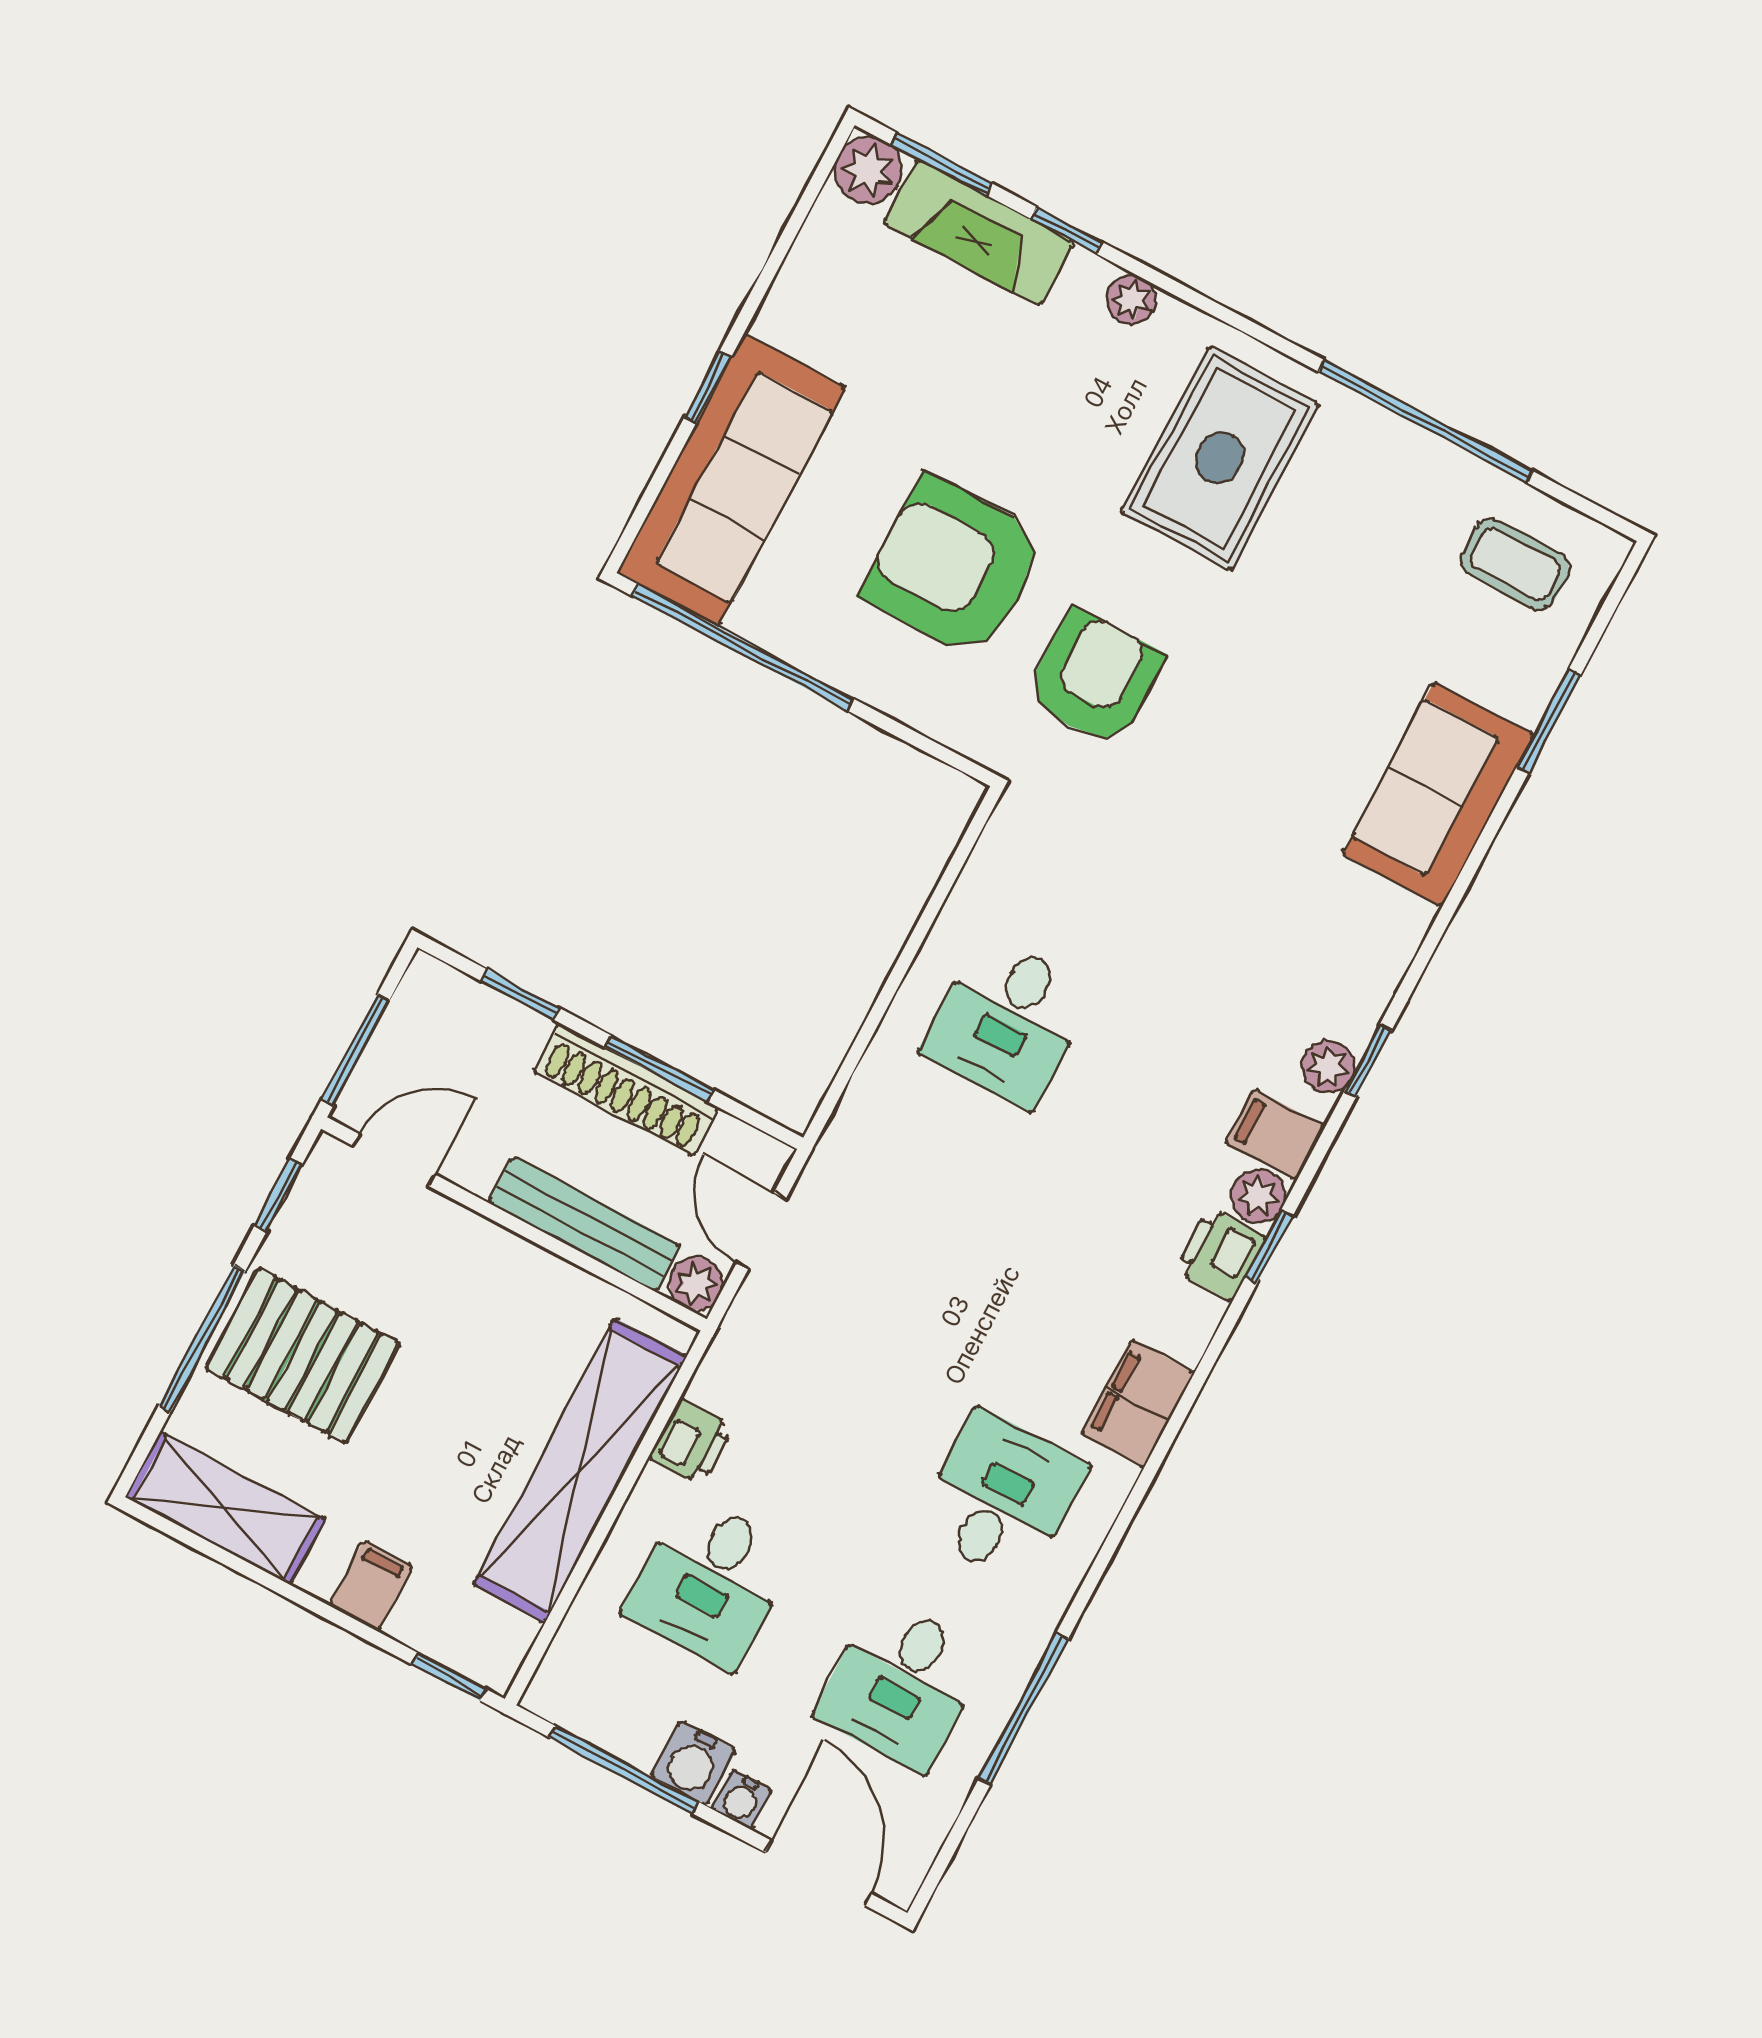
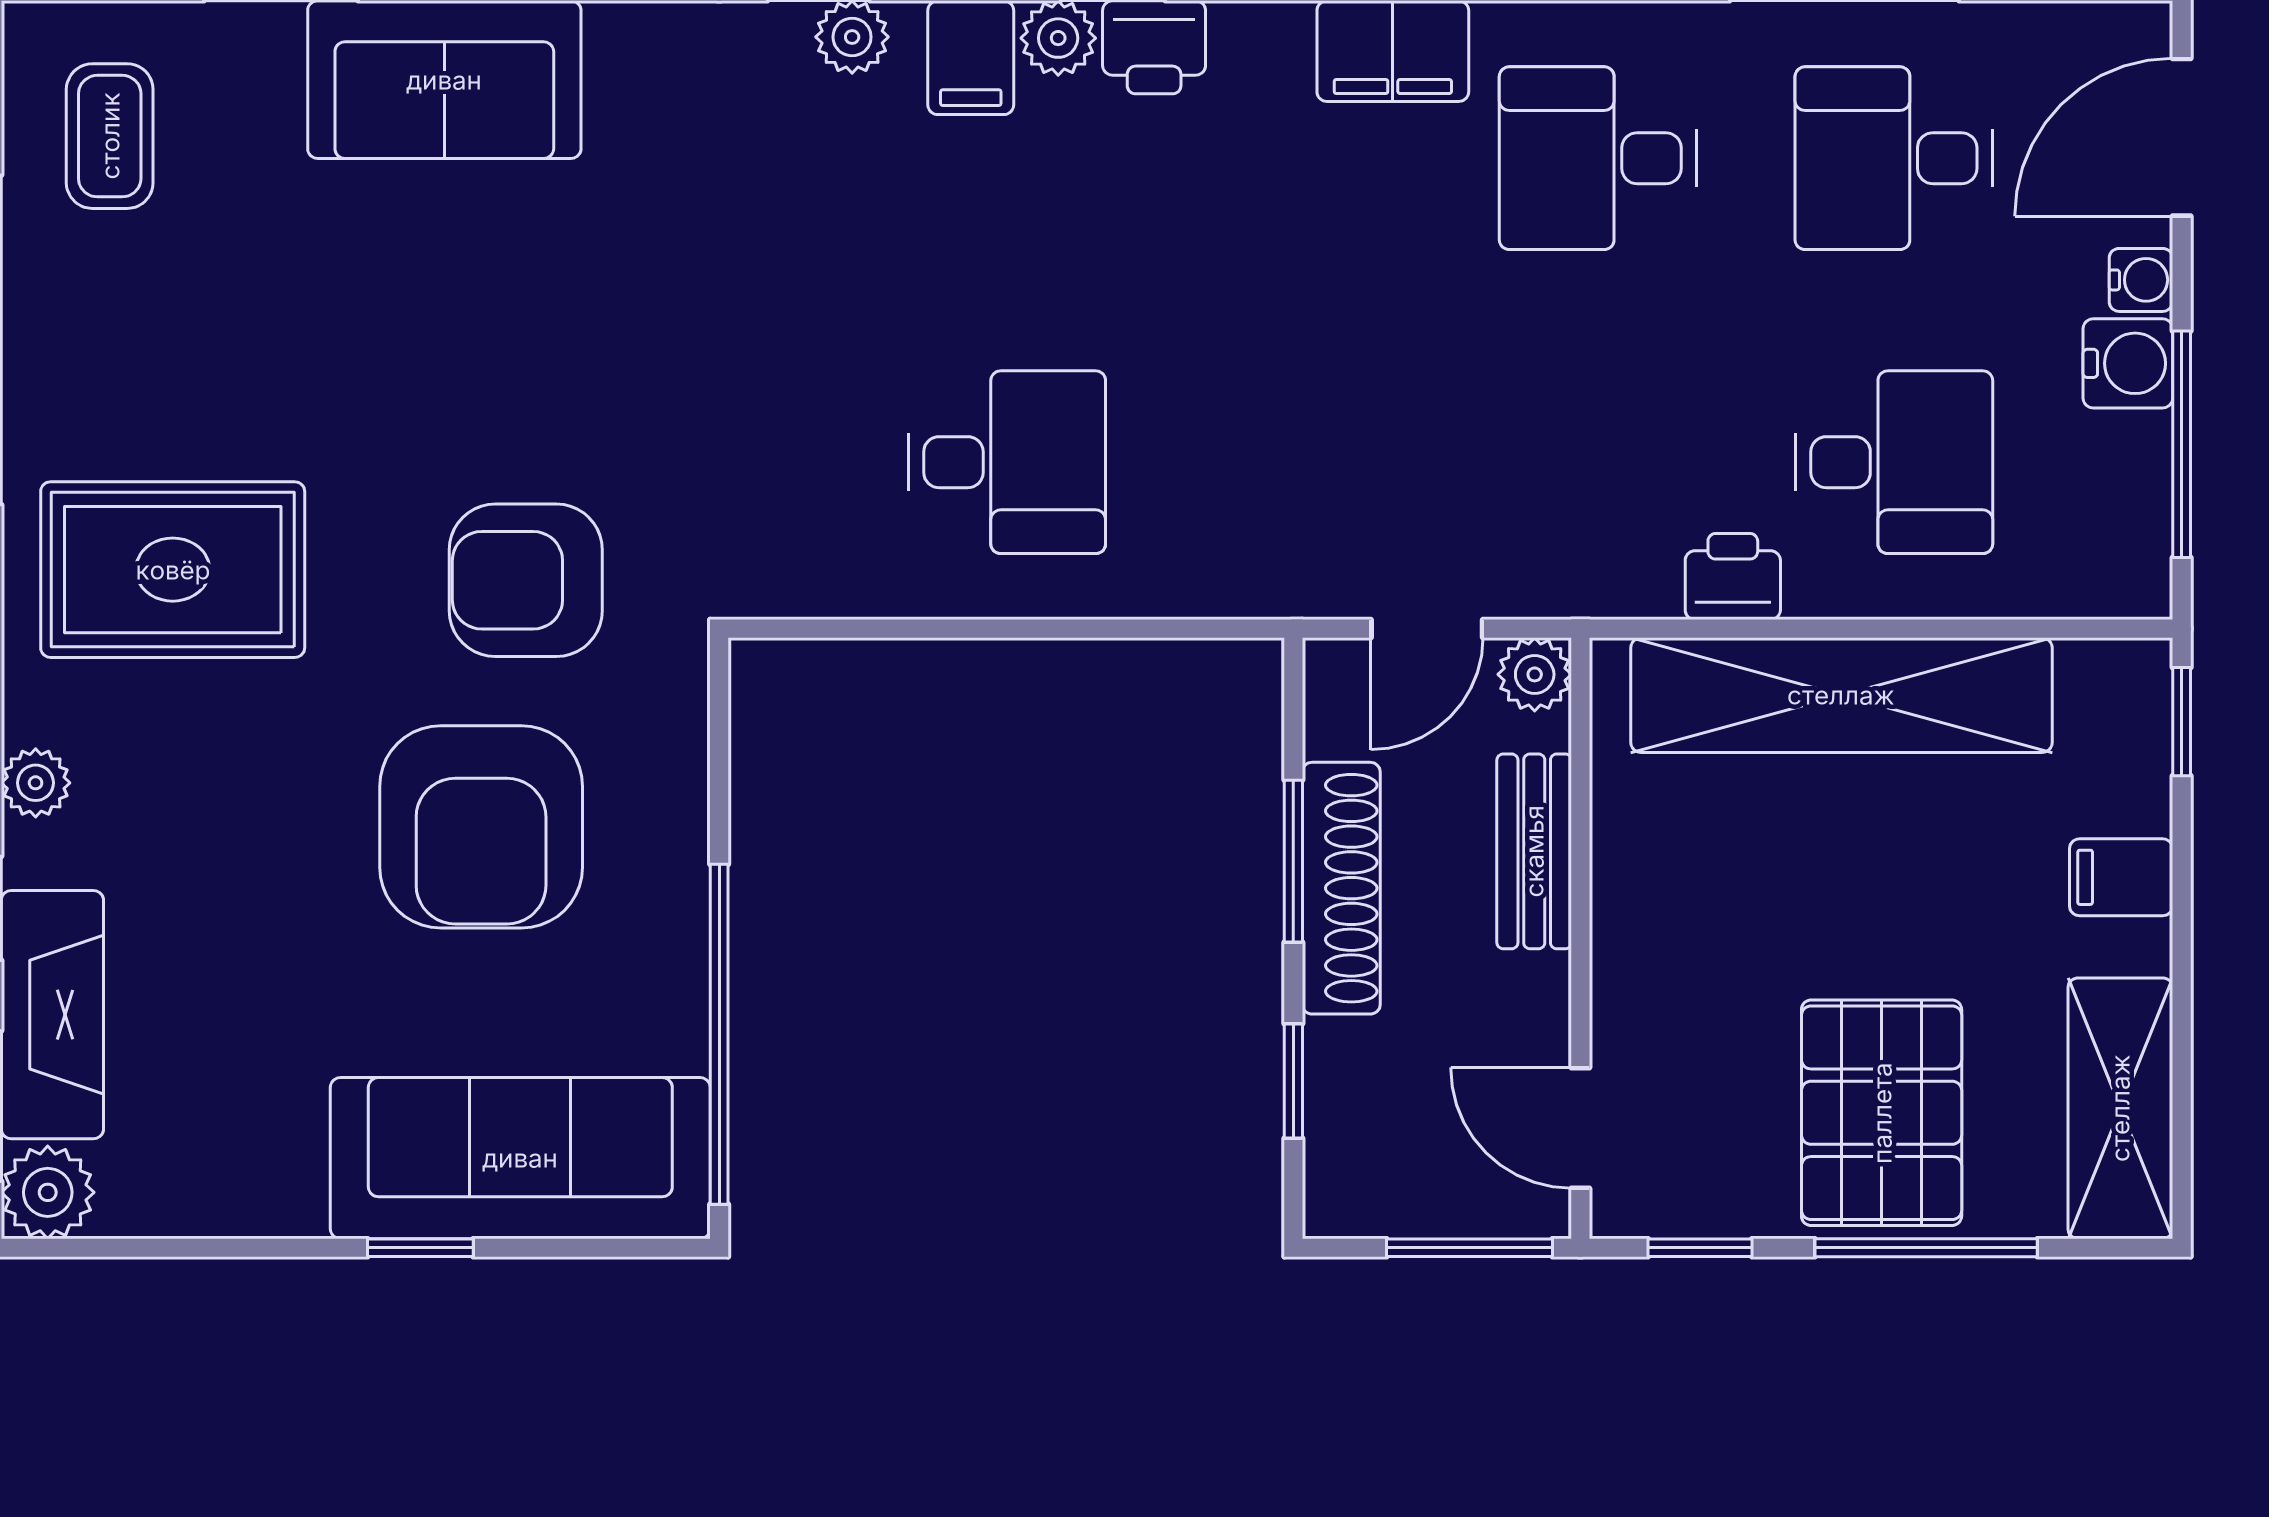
bench: (584, 1224) -> (1534, 851), width x0.73
desk: (901, 1684) -> (1894, 158), turned 180

